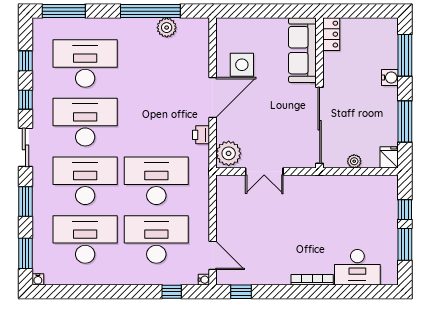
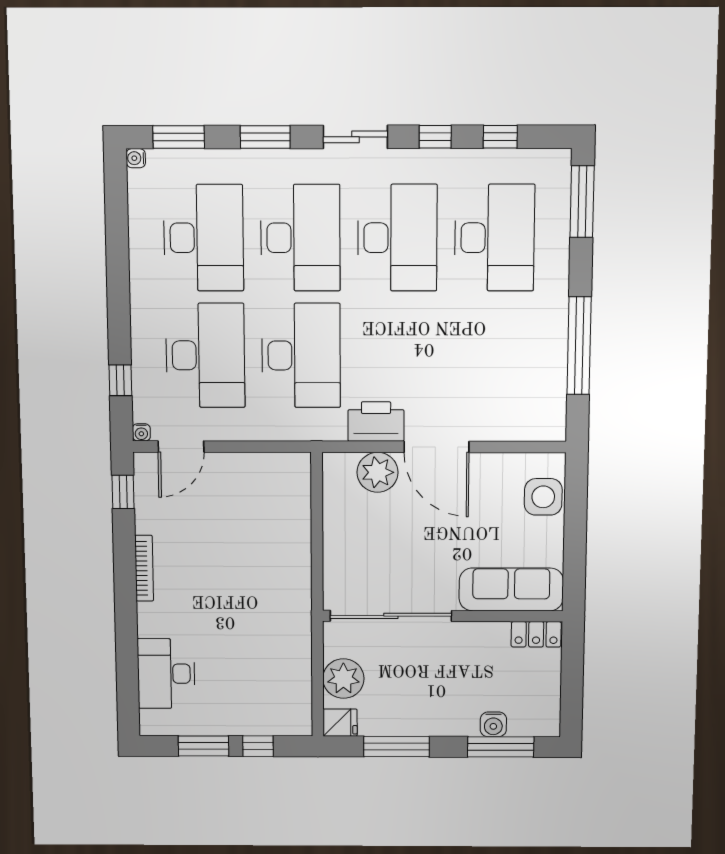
plant: (167, 28) -> (551, 372), removed
side table: (242, 65) -> (543, 497), moved
water cooler: (390, 78) -> (493, 724), moved
printer: (201, 135) -> (376, 422), width x1.87, depth x1.48
plant: (229, 153) -> (378, 472), moved
plant: (354, 161) -> (343, 679), width x1.87, depth x1.87
double door: (264, 171) -> (317, 529), removed
bookcase: (312, 280) -> (144, 568), moved

